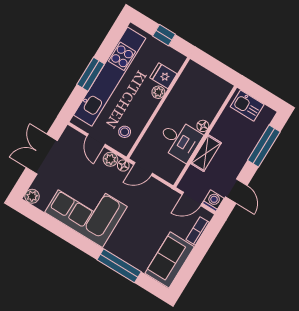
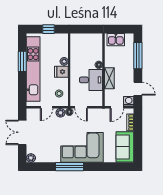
window: (91, 74) -> (22, 61), moved
fridge: (163, 76) -> (61, 72), moved
door: (96, 140) -> (47, 107), hinge flipped
door: (143, 169) -> (81, 107), hinge flipped
corner sofa: (86, 209) -> (82, 147), moved
window: (119, 266) -> (70, 167), moved

